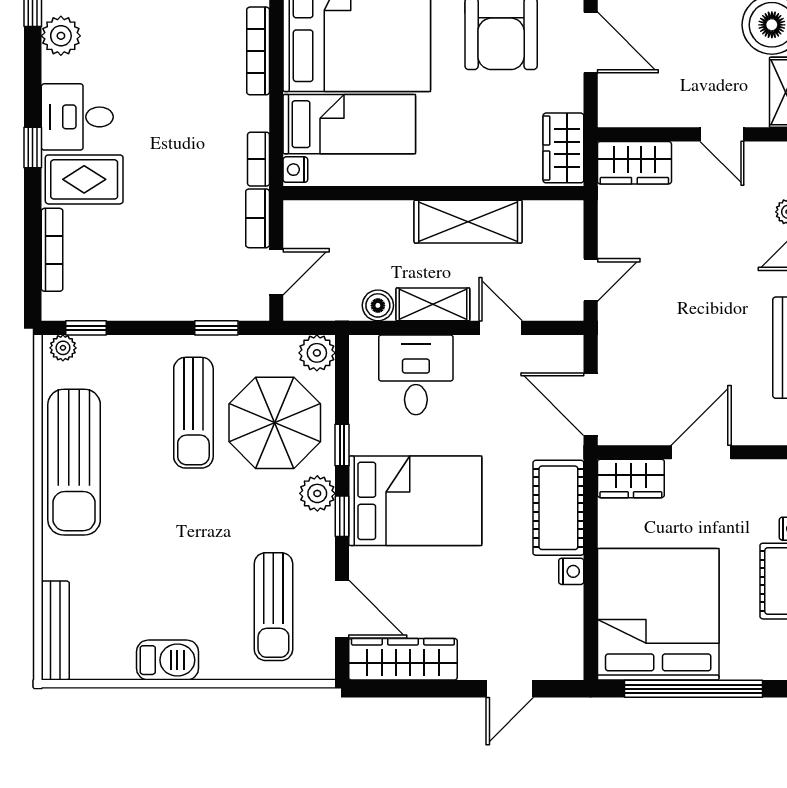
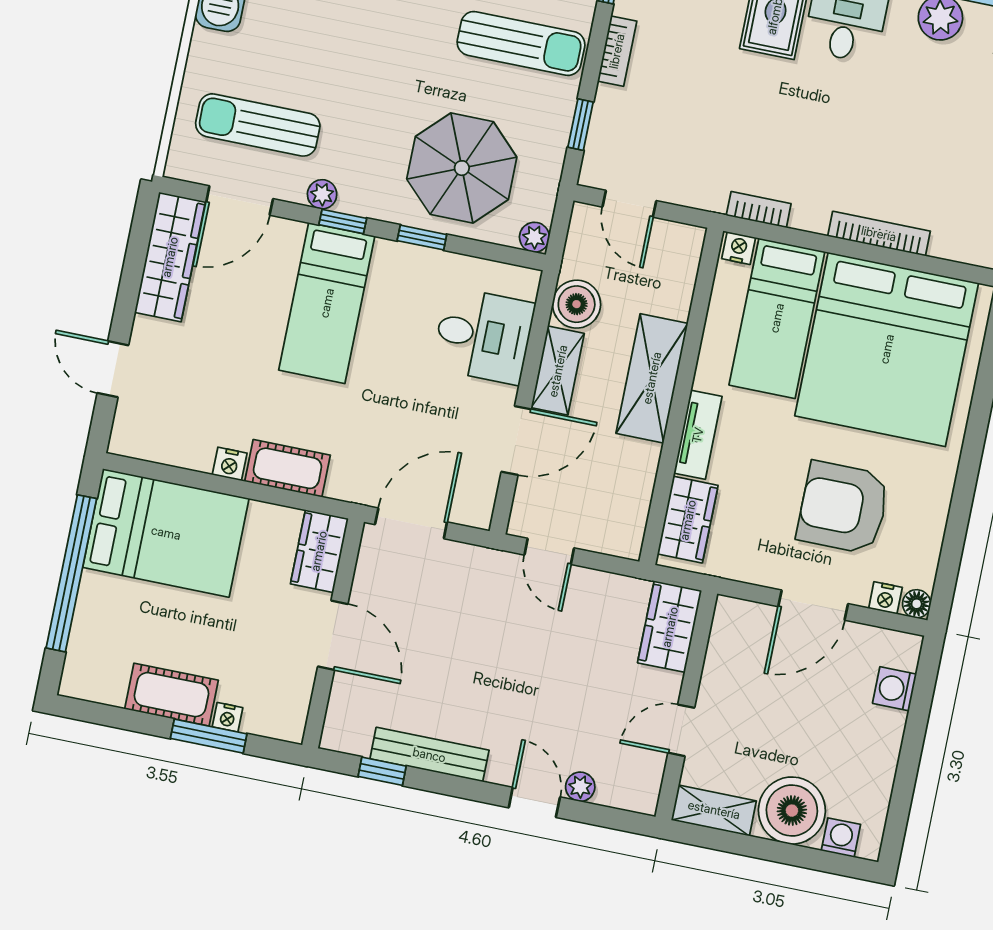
wardrobe: (563, 148) -> (688, 520), moved, turned 90
tv unit: (464, 172) -> (698, 435), added
bookcase: (258, 218) -> (617, 51), moved, turned 90
shelving: (468, 222) -> (652, 378), moved
boiler: (378, 305) -> (577, 304), width x1.36, depth x1.36
door: (501, 328) -> (516, 441), width x1.38
plant: (317, 353) -> (534, 237), width x0.73, depth x0.73
sun lounger: (193, 413) -> (521, 43), moved, turned 180
plant: (317, 493) -> (322, 194), moved, width x0.73, depth x0.73
bed: (415, 501) -> (327, 303), width x0.67
cot: (558, 508) -> (288, 468), width x0.73, depth x0.75
bed: (658, 614) -> (166, 533), width x0.73

